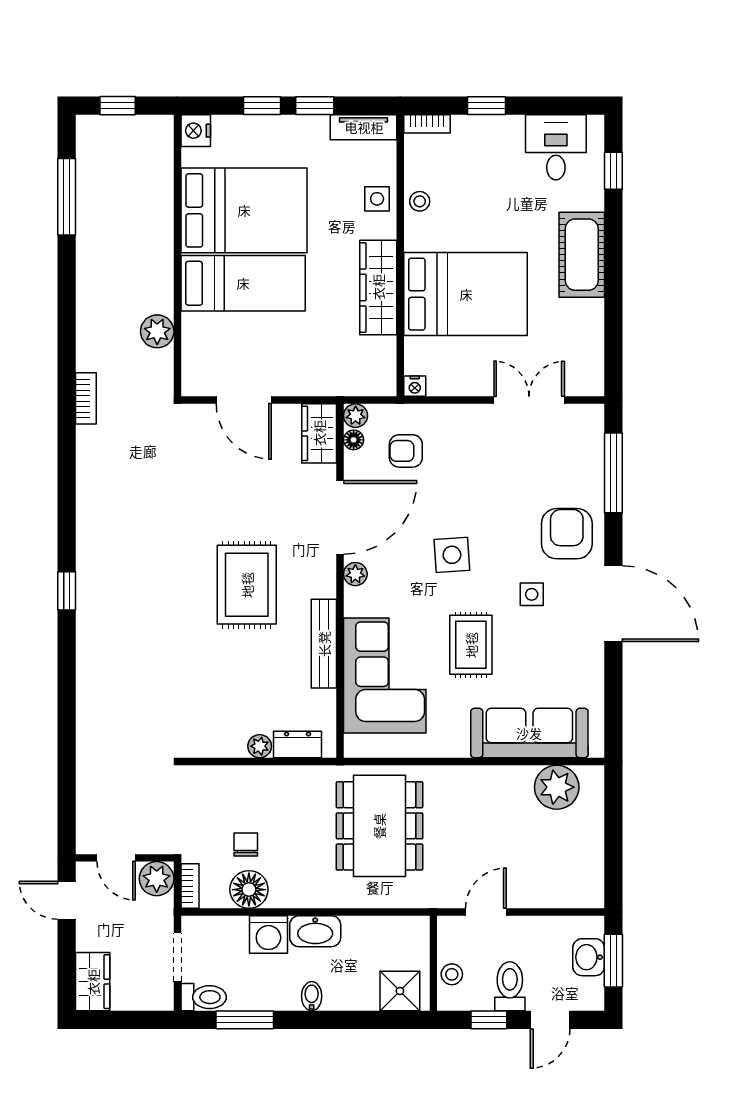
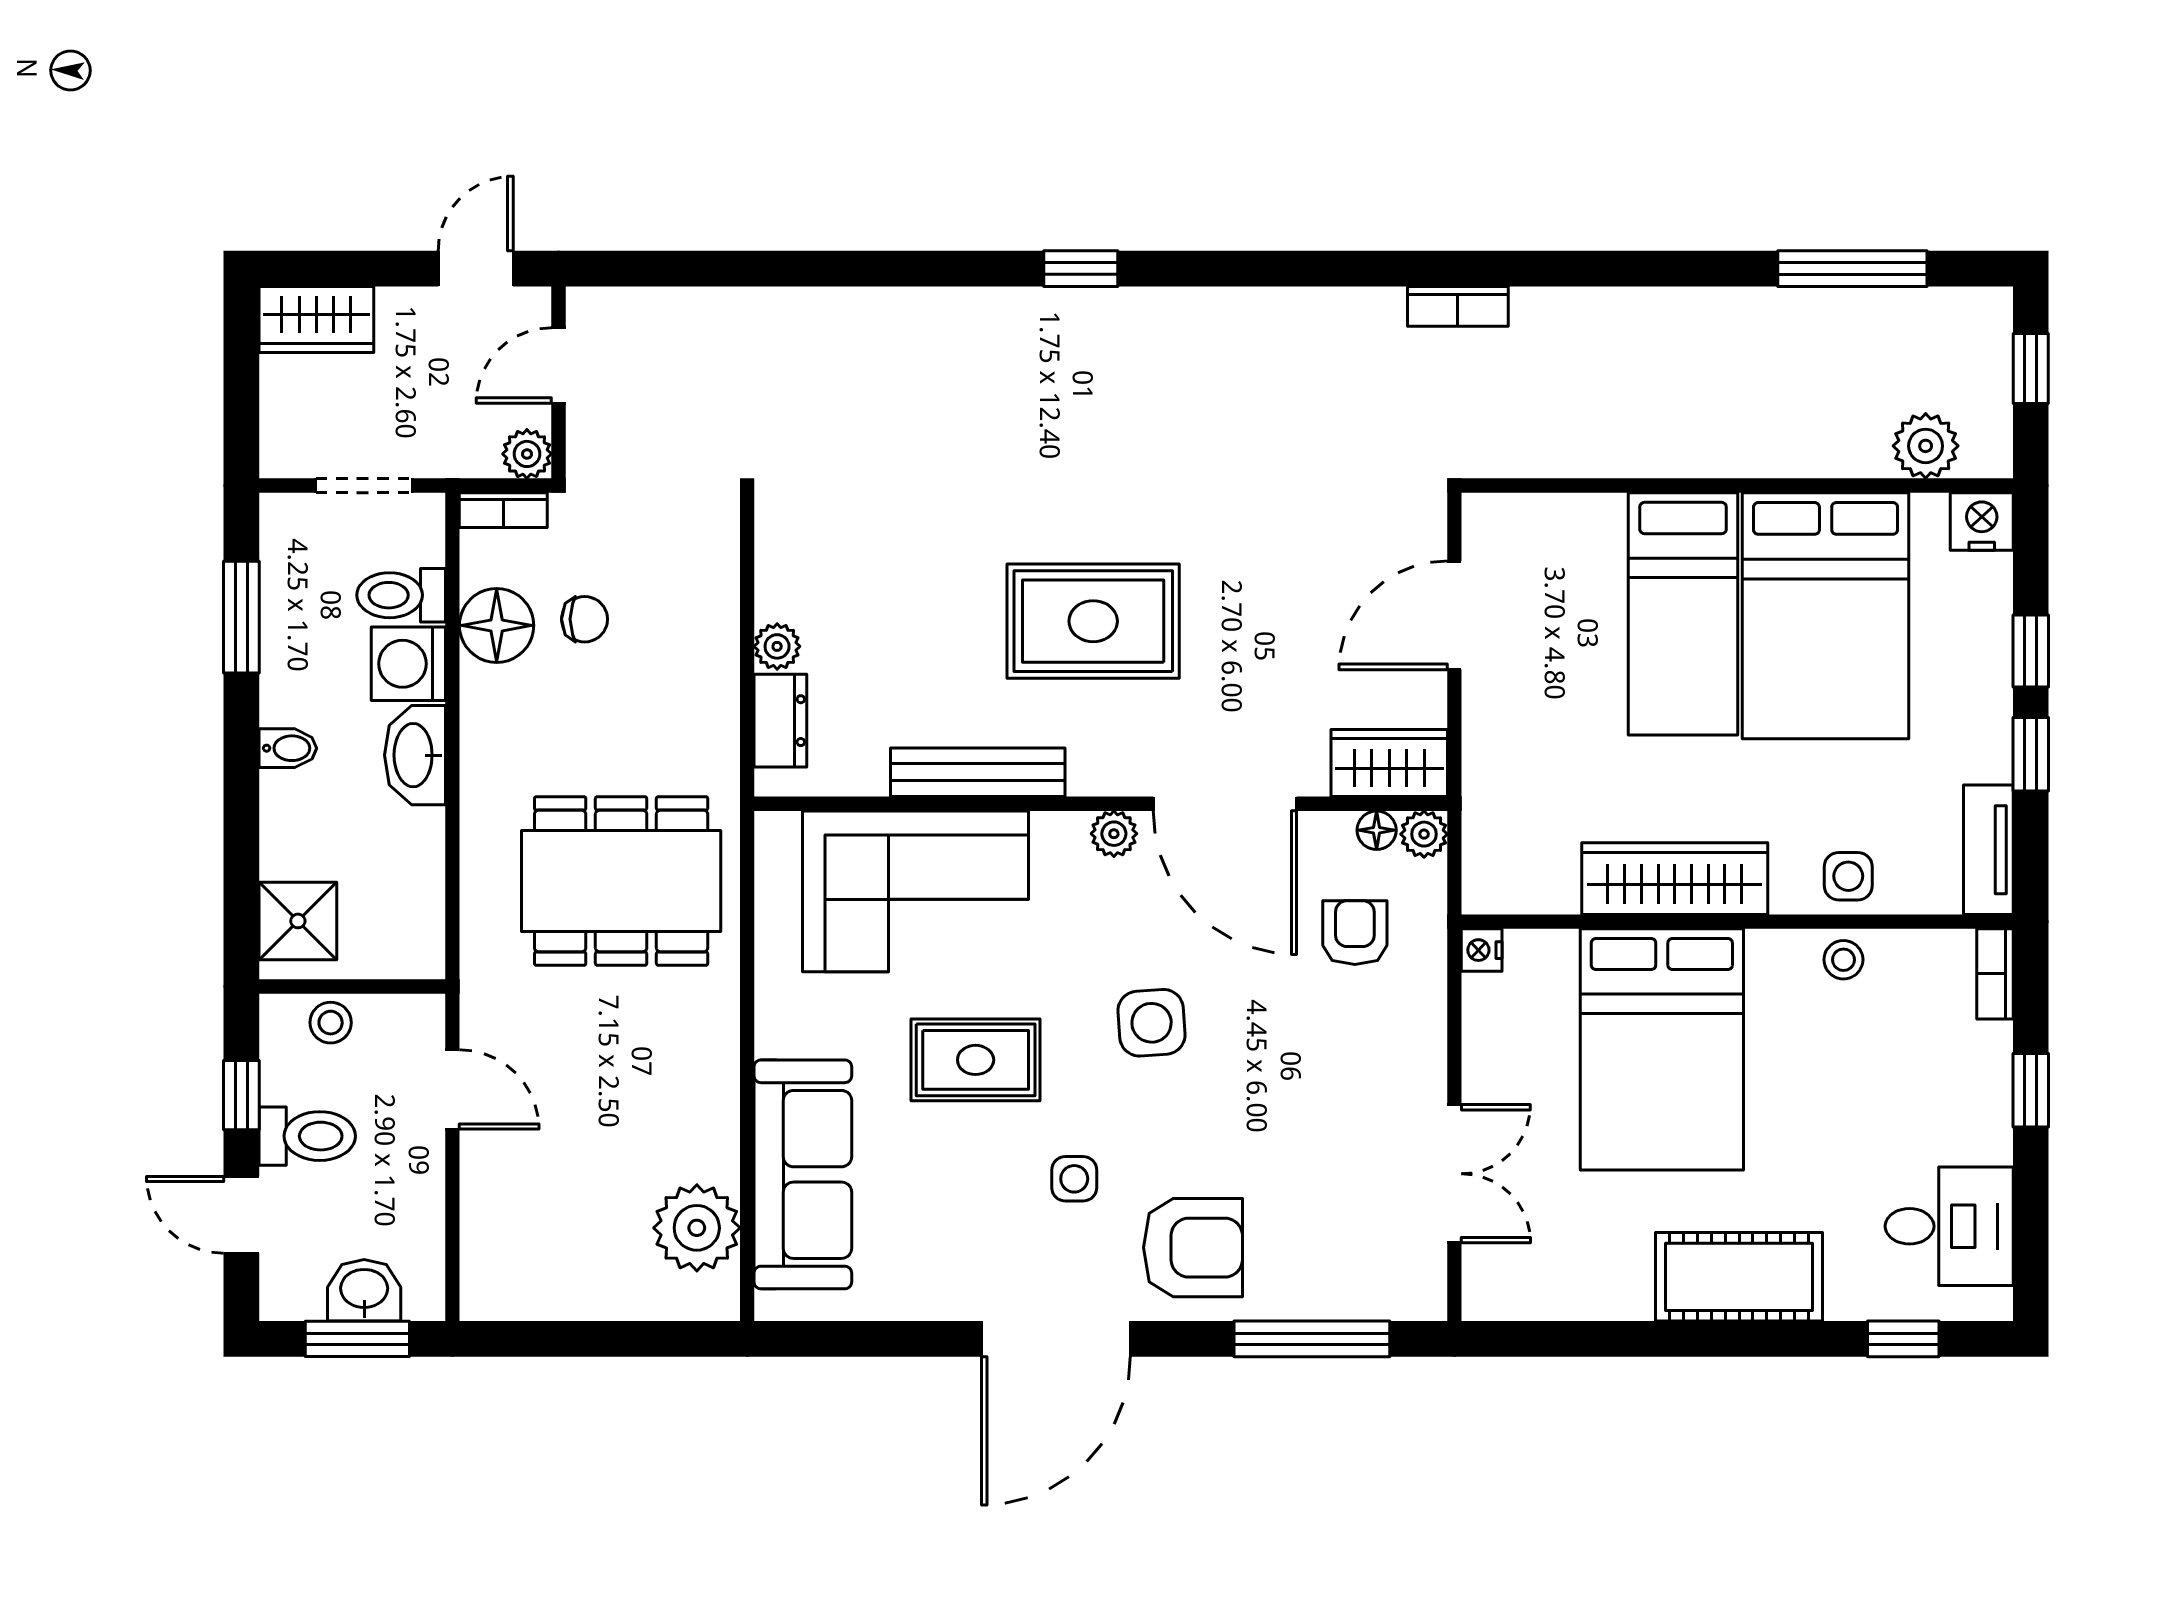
plant: (157, 331) -> (1926, 446), moved
plant: (157, 879) -> (527, 454), width x0.73, depth x0.73
toilet: (204, 997) -> (401, 595), moved, turned 90

